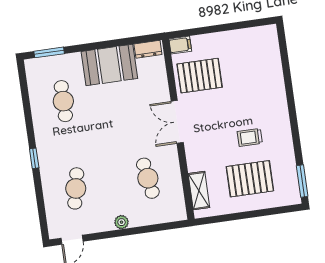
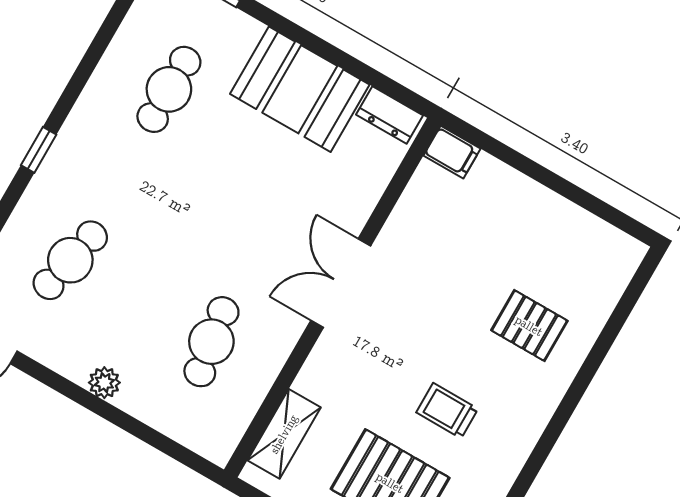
pallet: (200, 76) -> (529, 326), moved, width x0.67, depth x0.71

